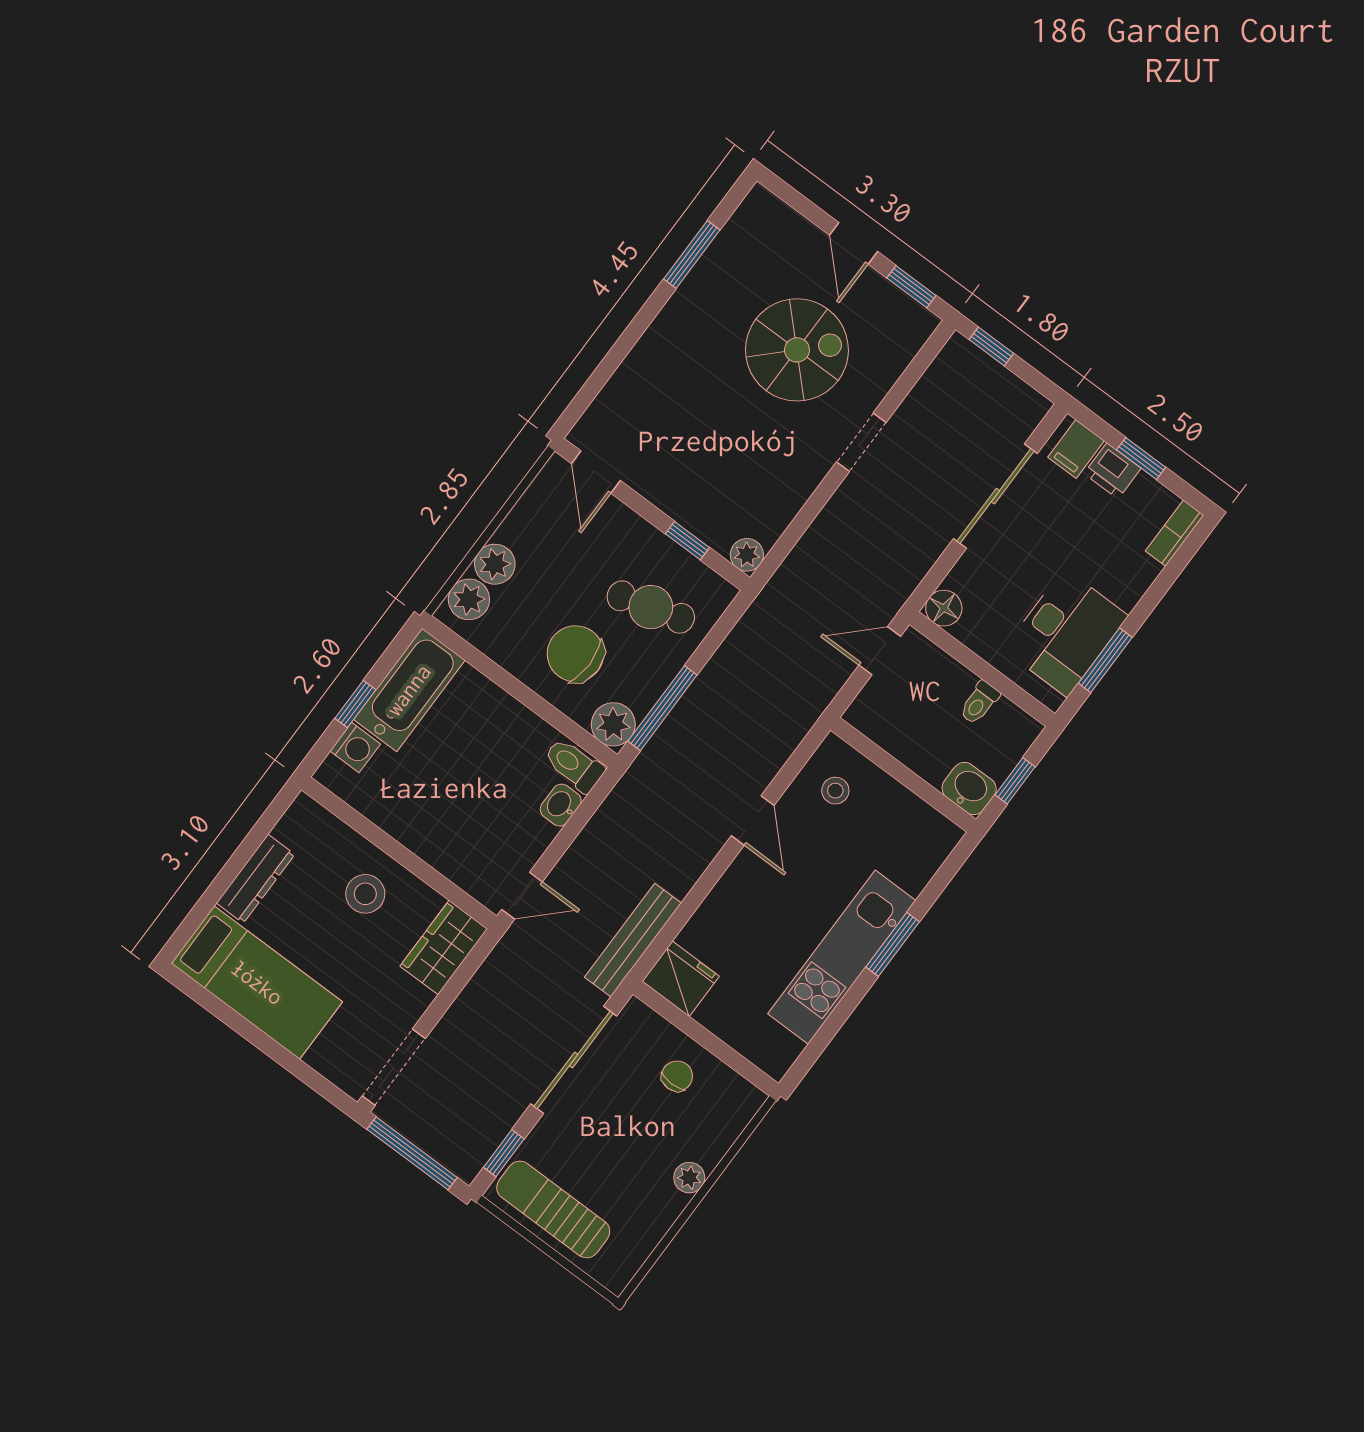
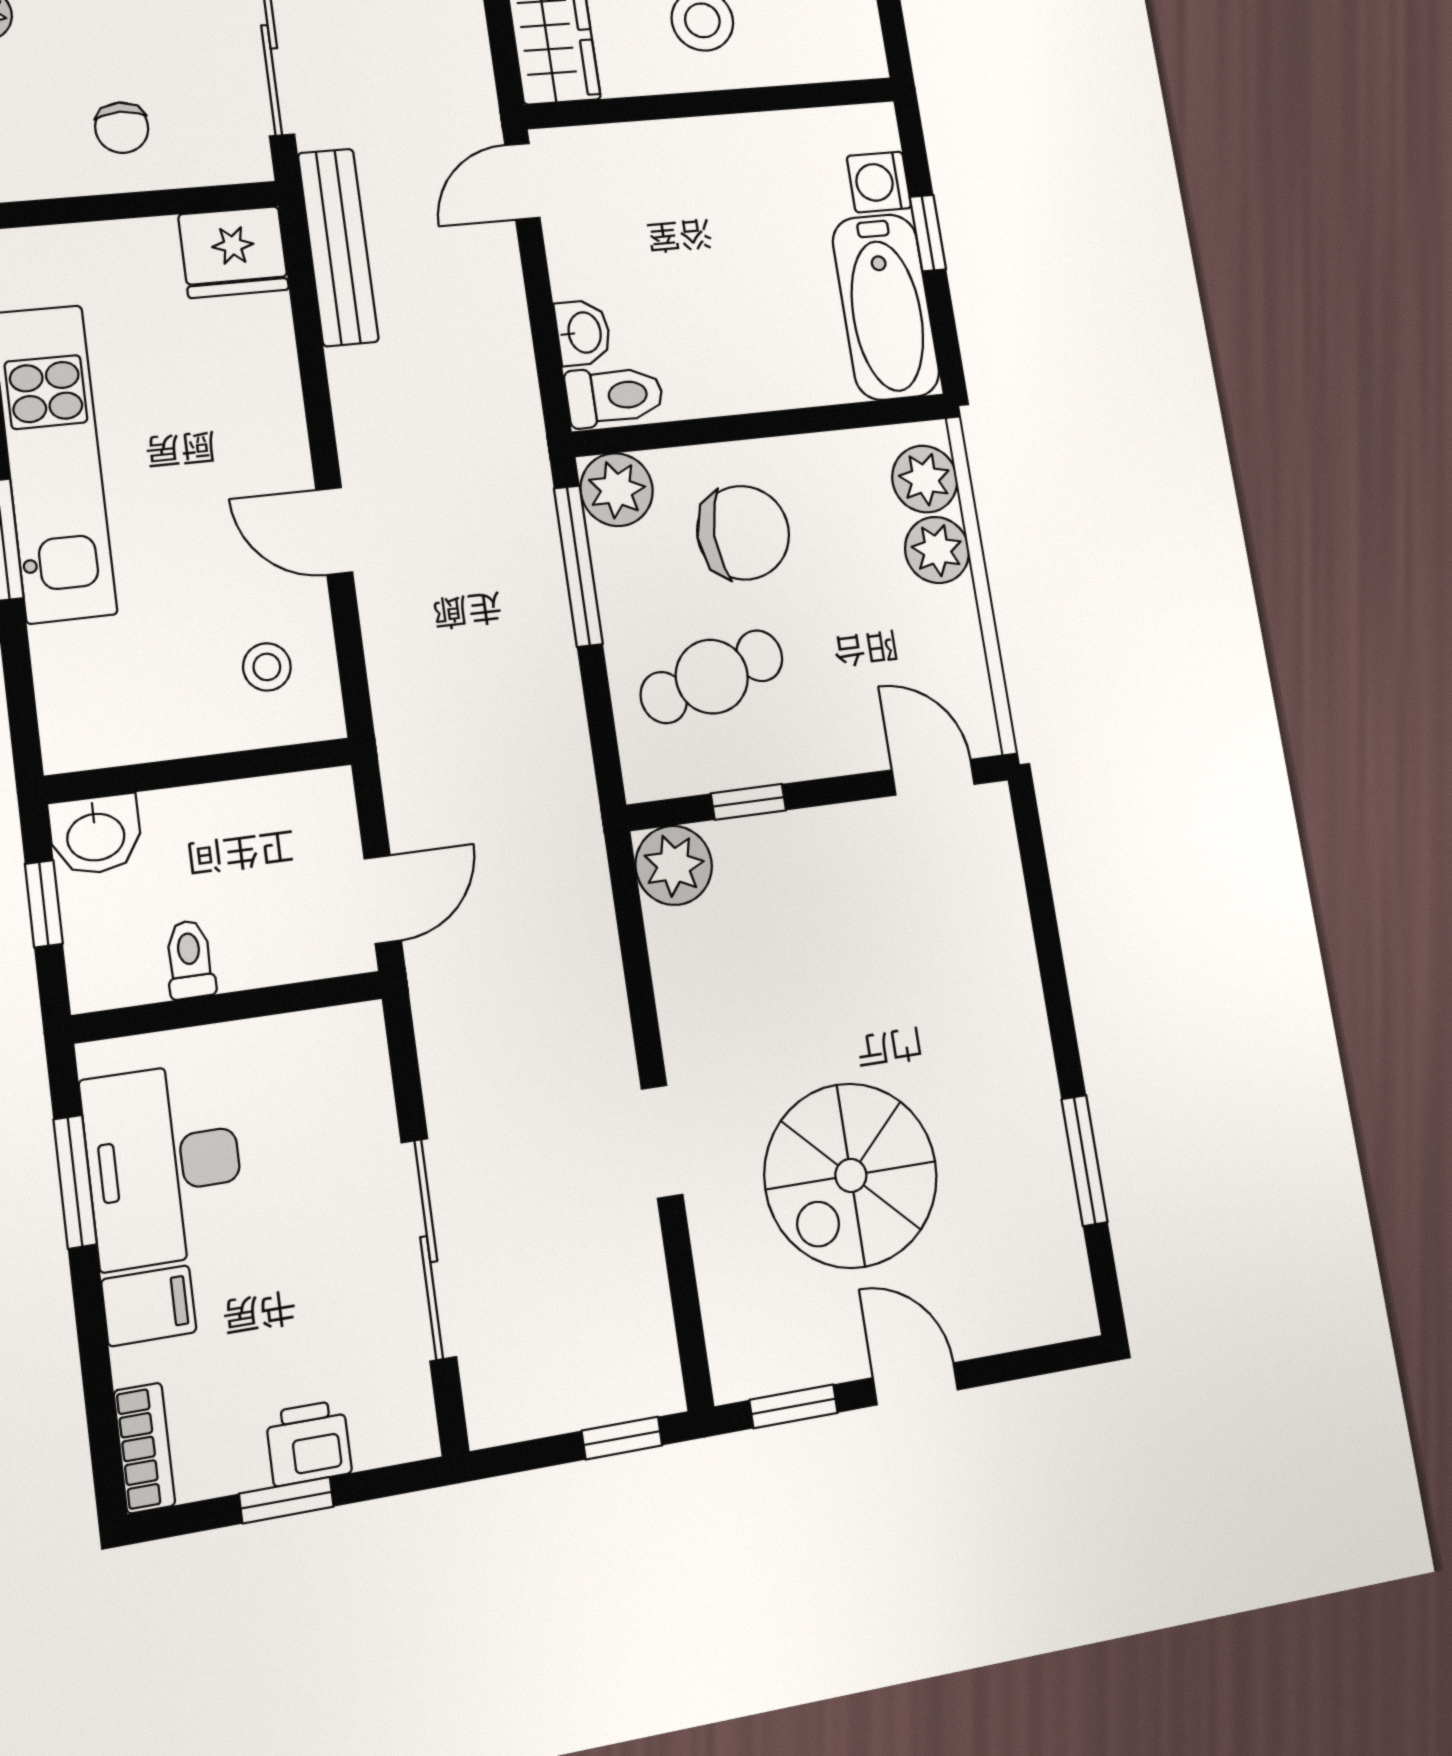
filing cabinet: (1076, 449) -> (149, 1306), moved, turned 90
plant: (747, 555) -> (674, 865), width x1.38, depth x1.38
floor lamp: (944, 608) -> (354, 1036), removed

